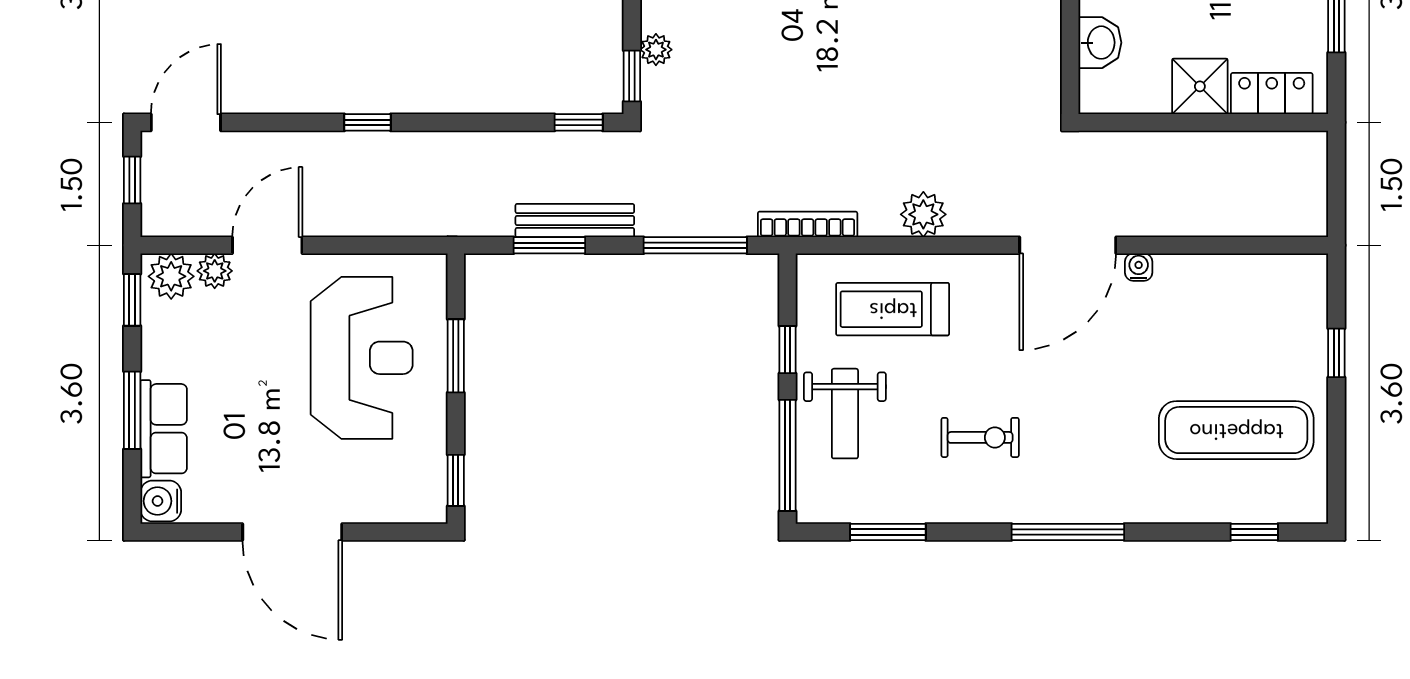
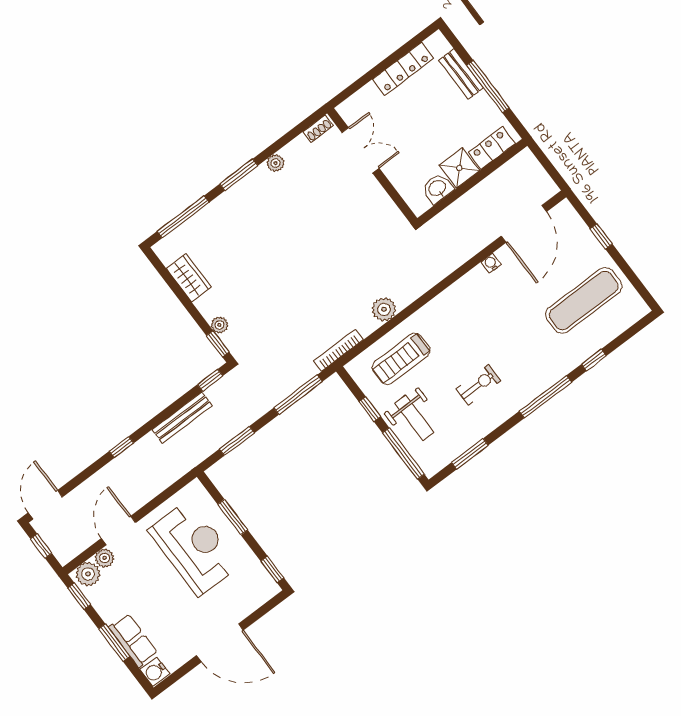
washbasin: (1100, 43) -> (438, 188), moved, turned -90
bench: (575, 220) -> (182, 418), moved
door: (1068, 245) -> (524, 224), moved
window: (1254, 532) -> (594, 360), moved

